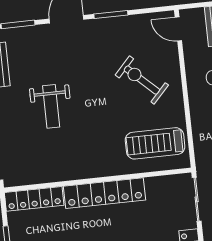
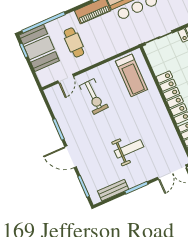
door: (178, 29) -> (66, 79), moved
exercise bike: (142, 80) -> (94, 97), turned -46

